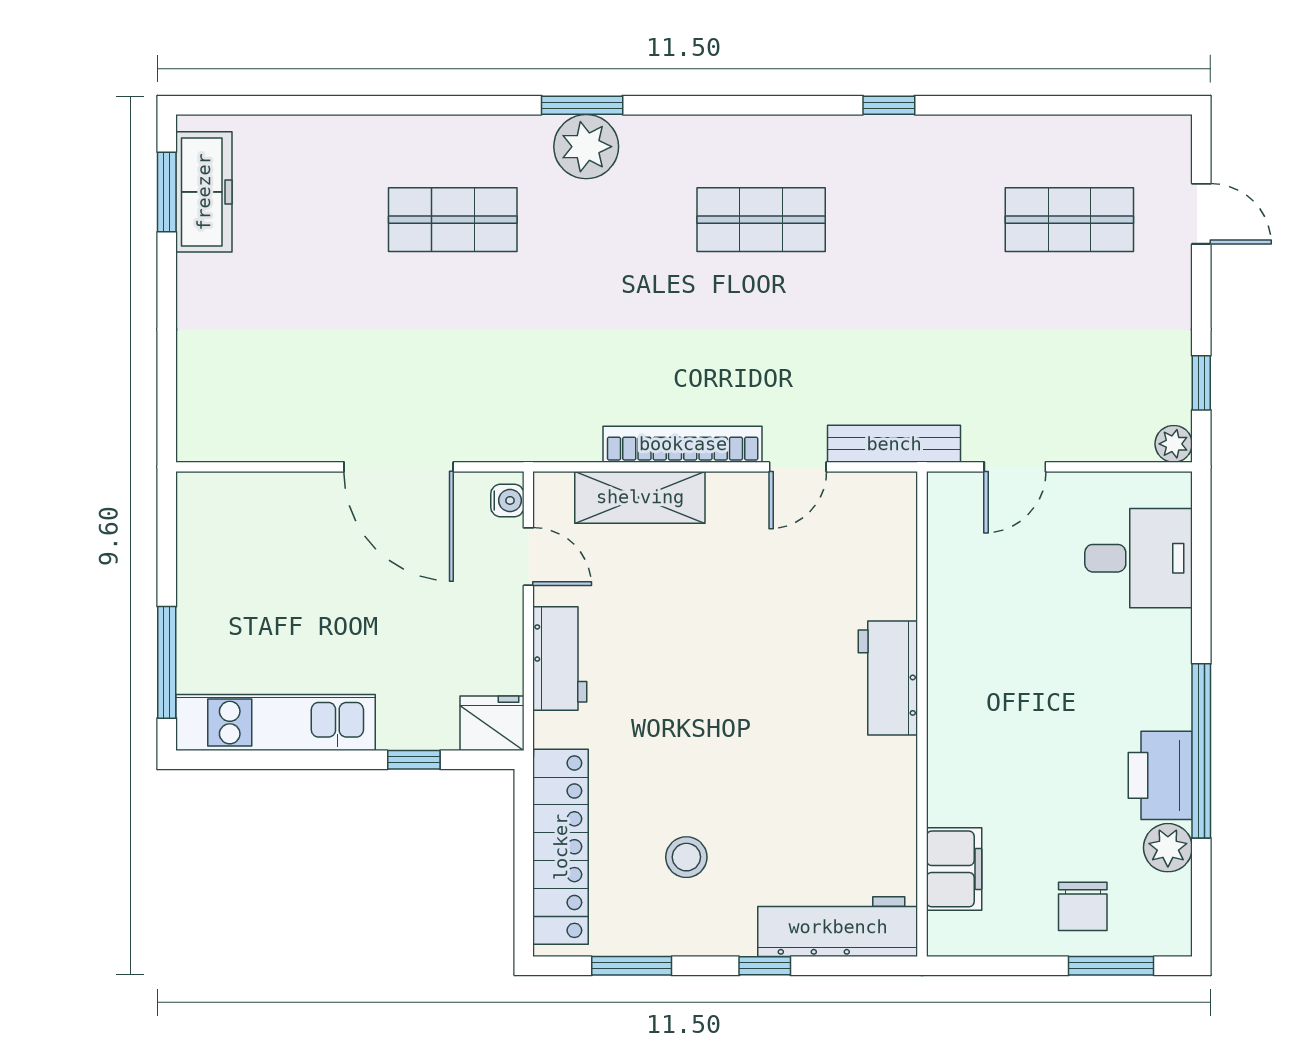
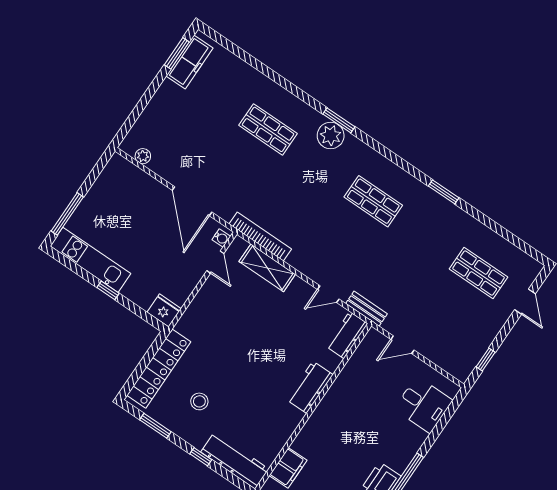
window: (889, 105) -> (444, 192), width x1.50
bookcase: (683, 444) -> (260, 236), moved
bench: (894, 444) -> (366, 309), width x0.73
plant: (1174, 444) -> (143, 156), moved
workbench: (560, 659) -> (347, 335), moved, turned 180
window: (414, 760) -> (108, 290), moved

